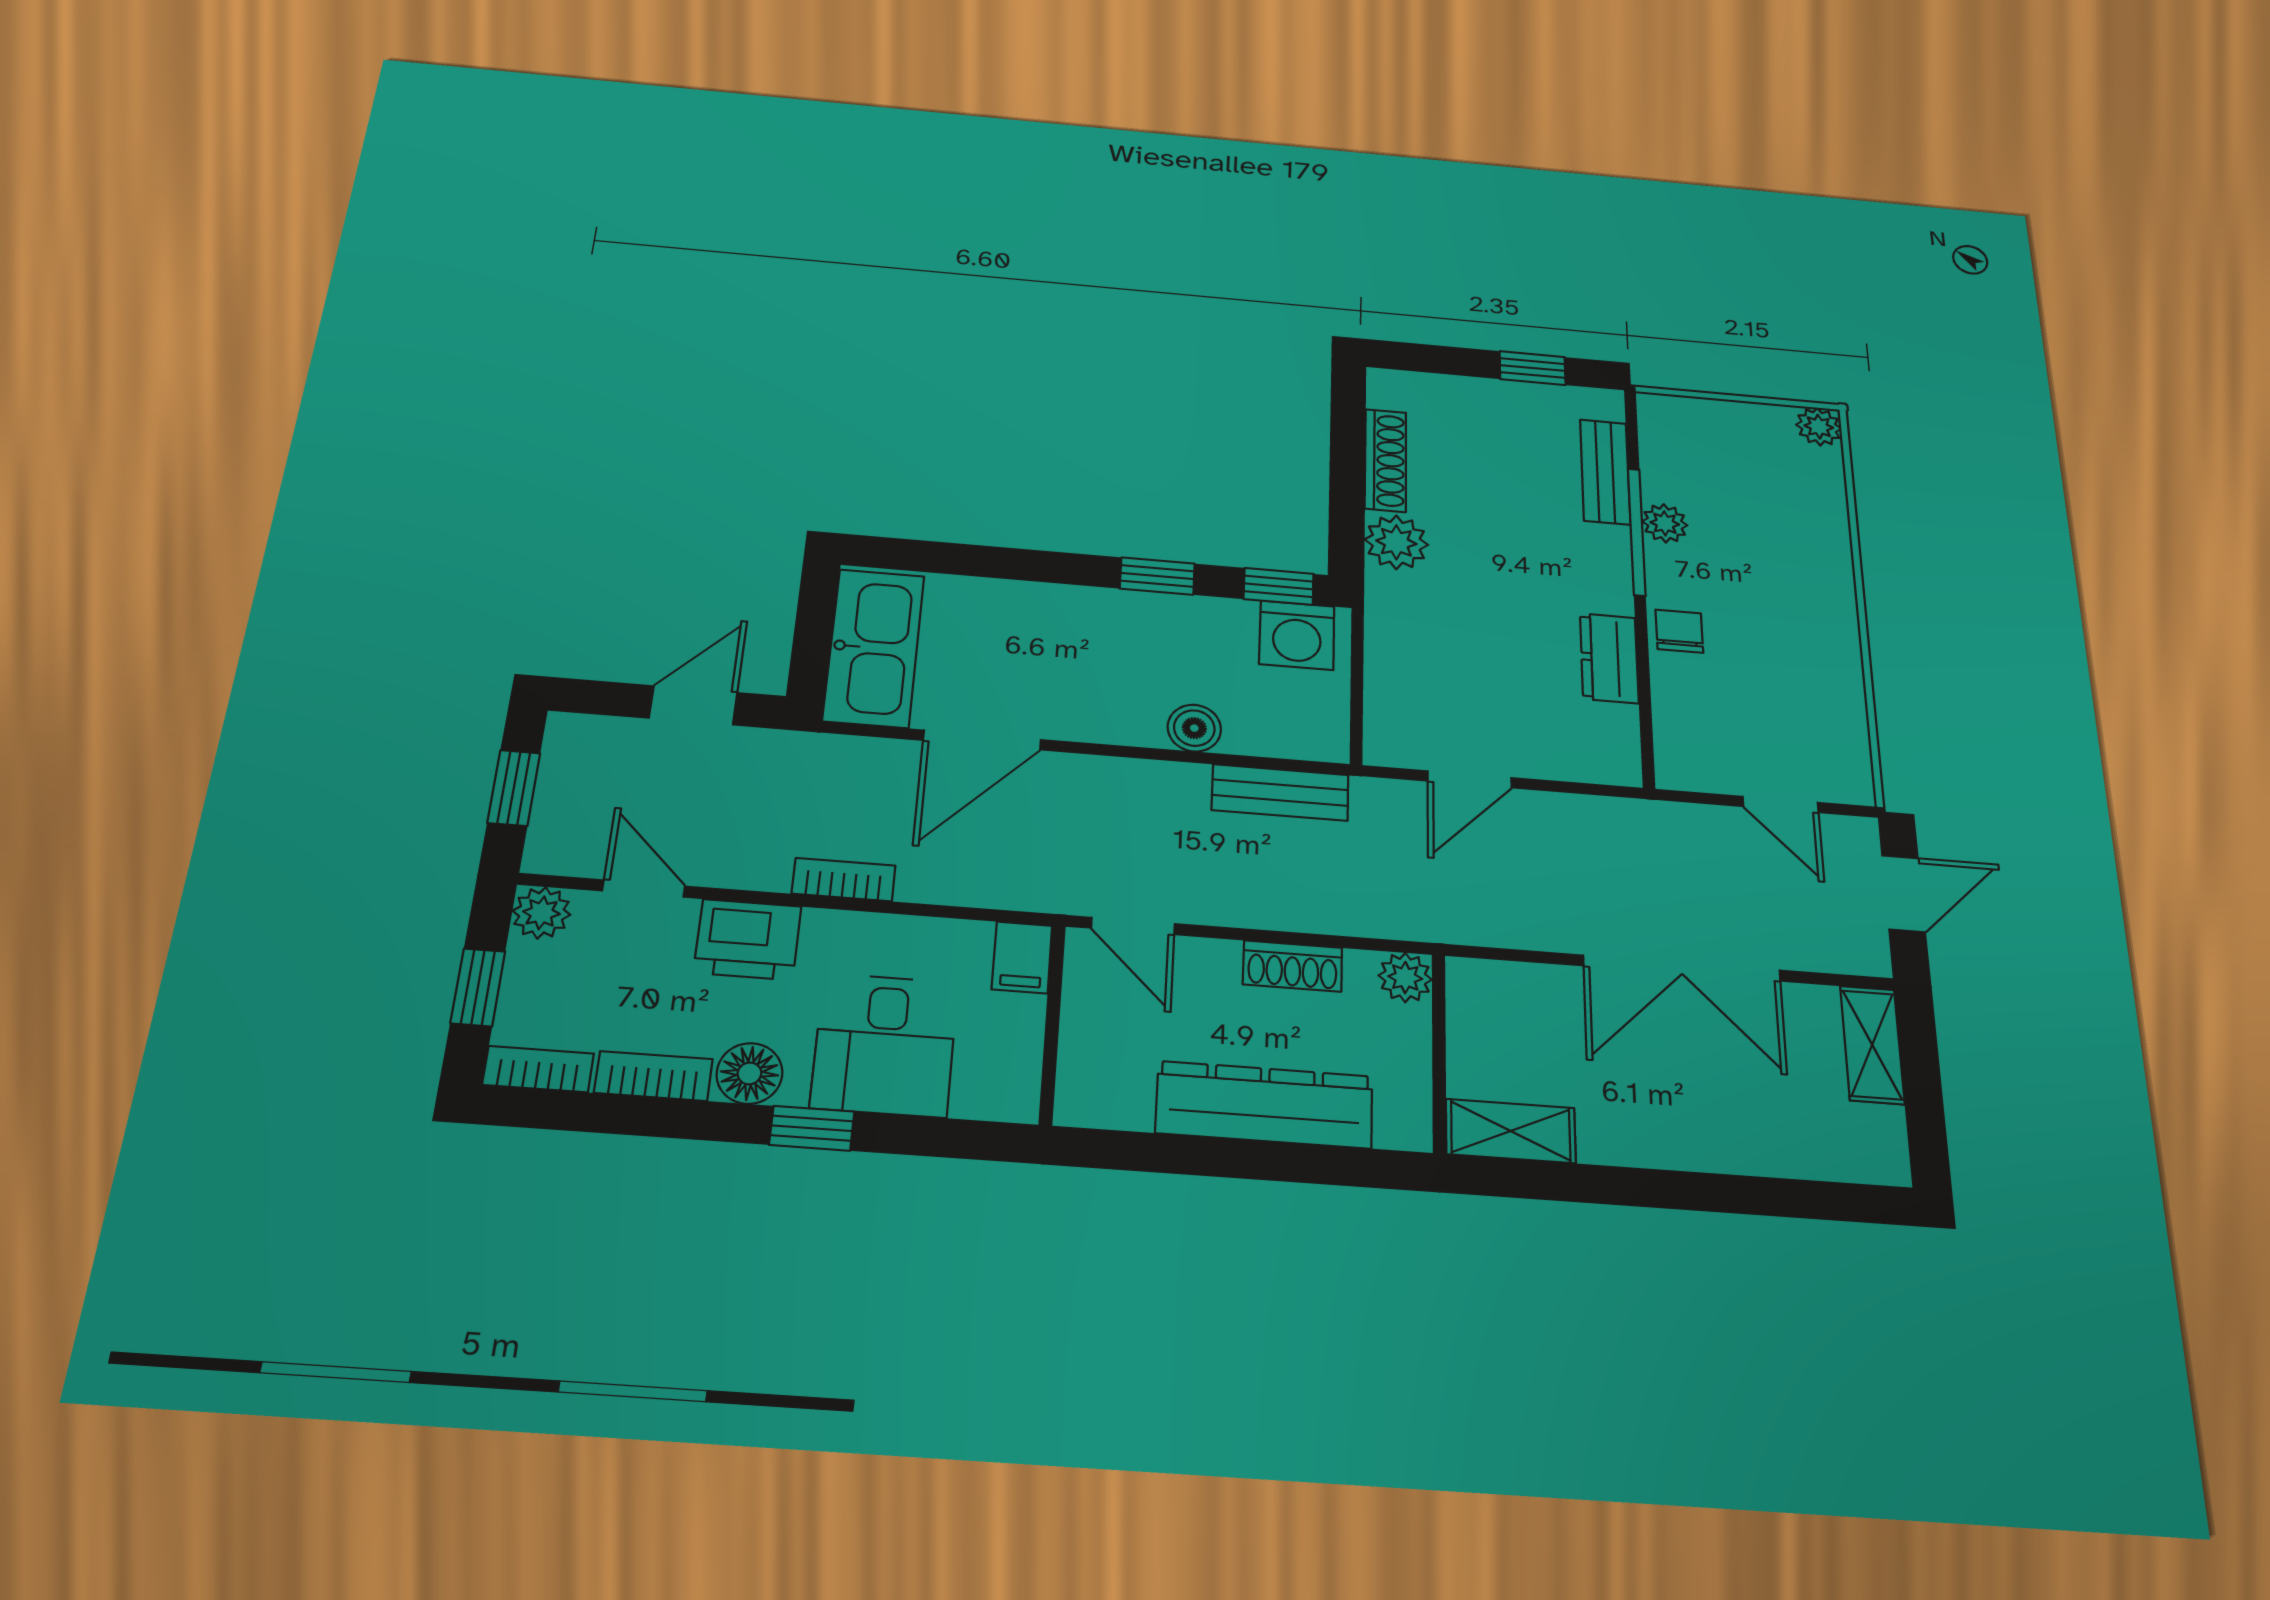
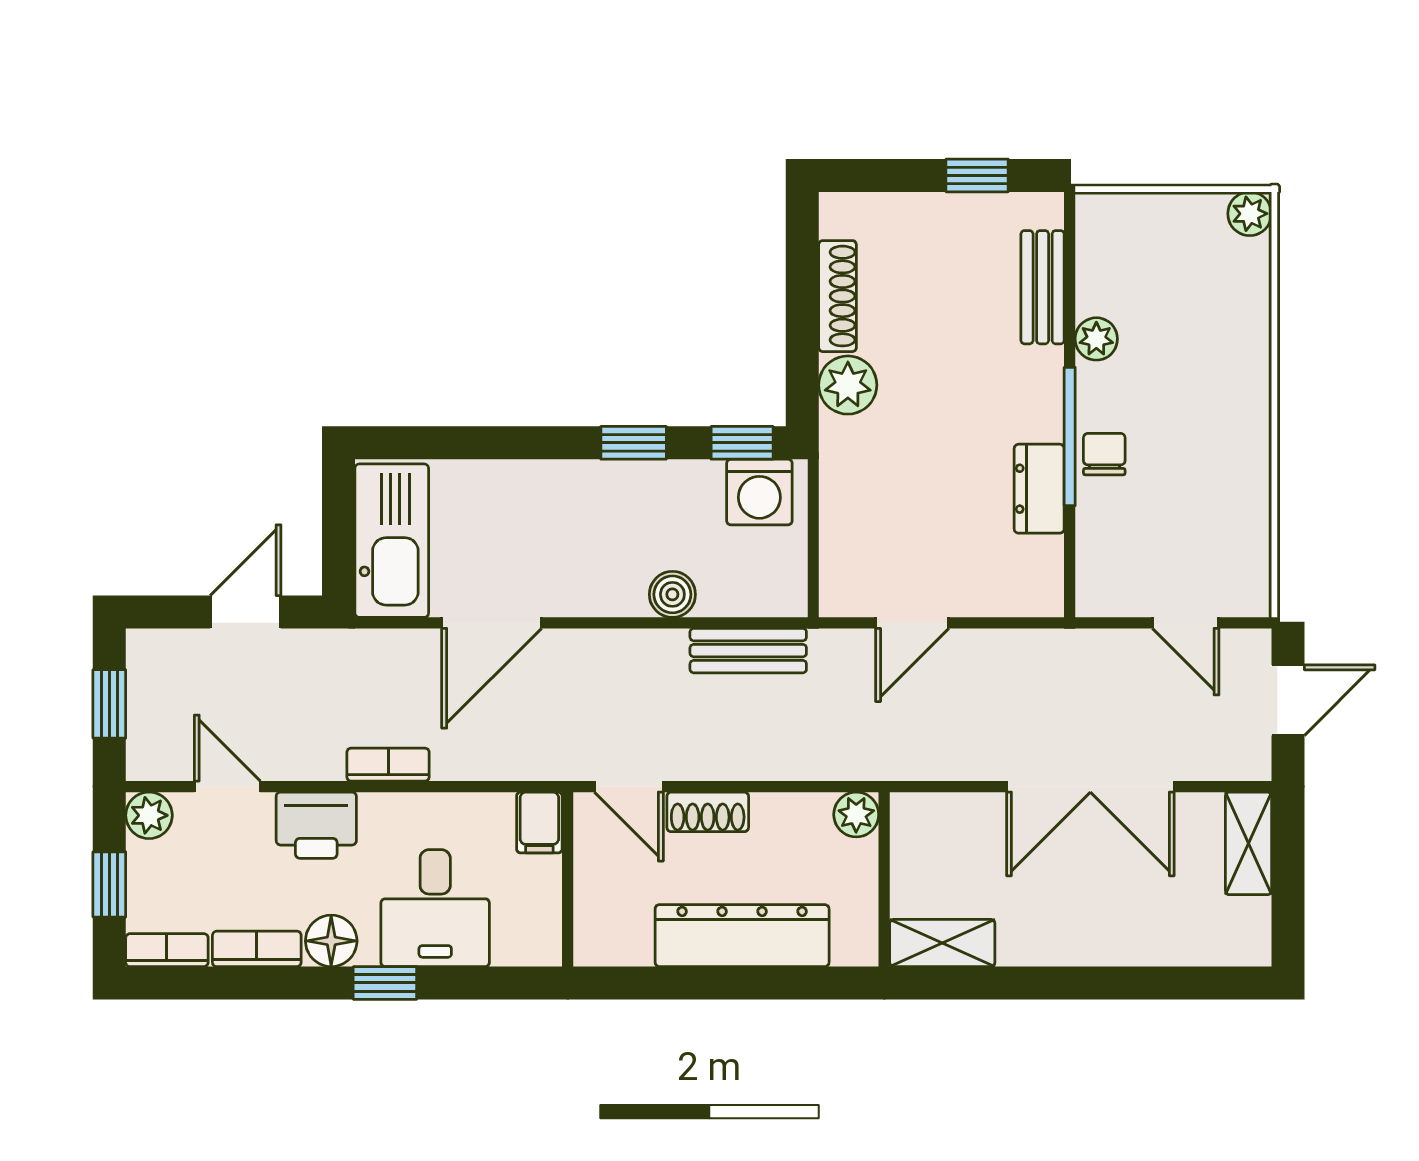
window: (1637, 532) -> (1070, 437), moved
shoe rack: (1292, 966) -> (708, 812), moved

